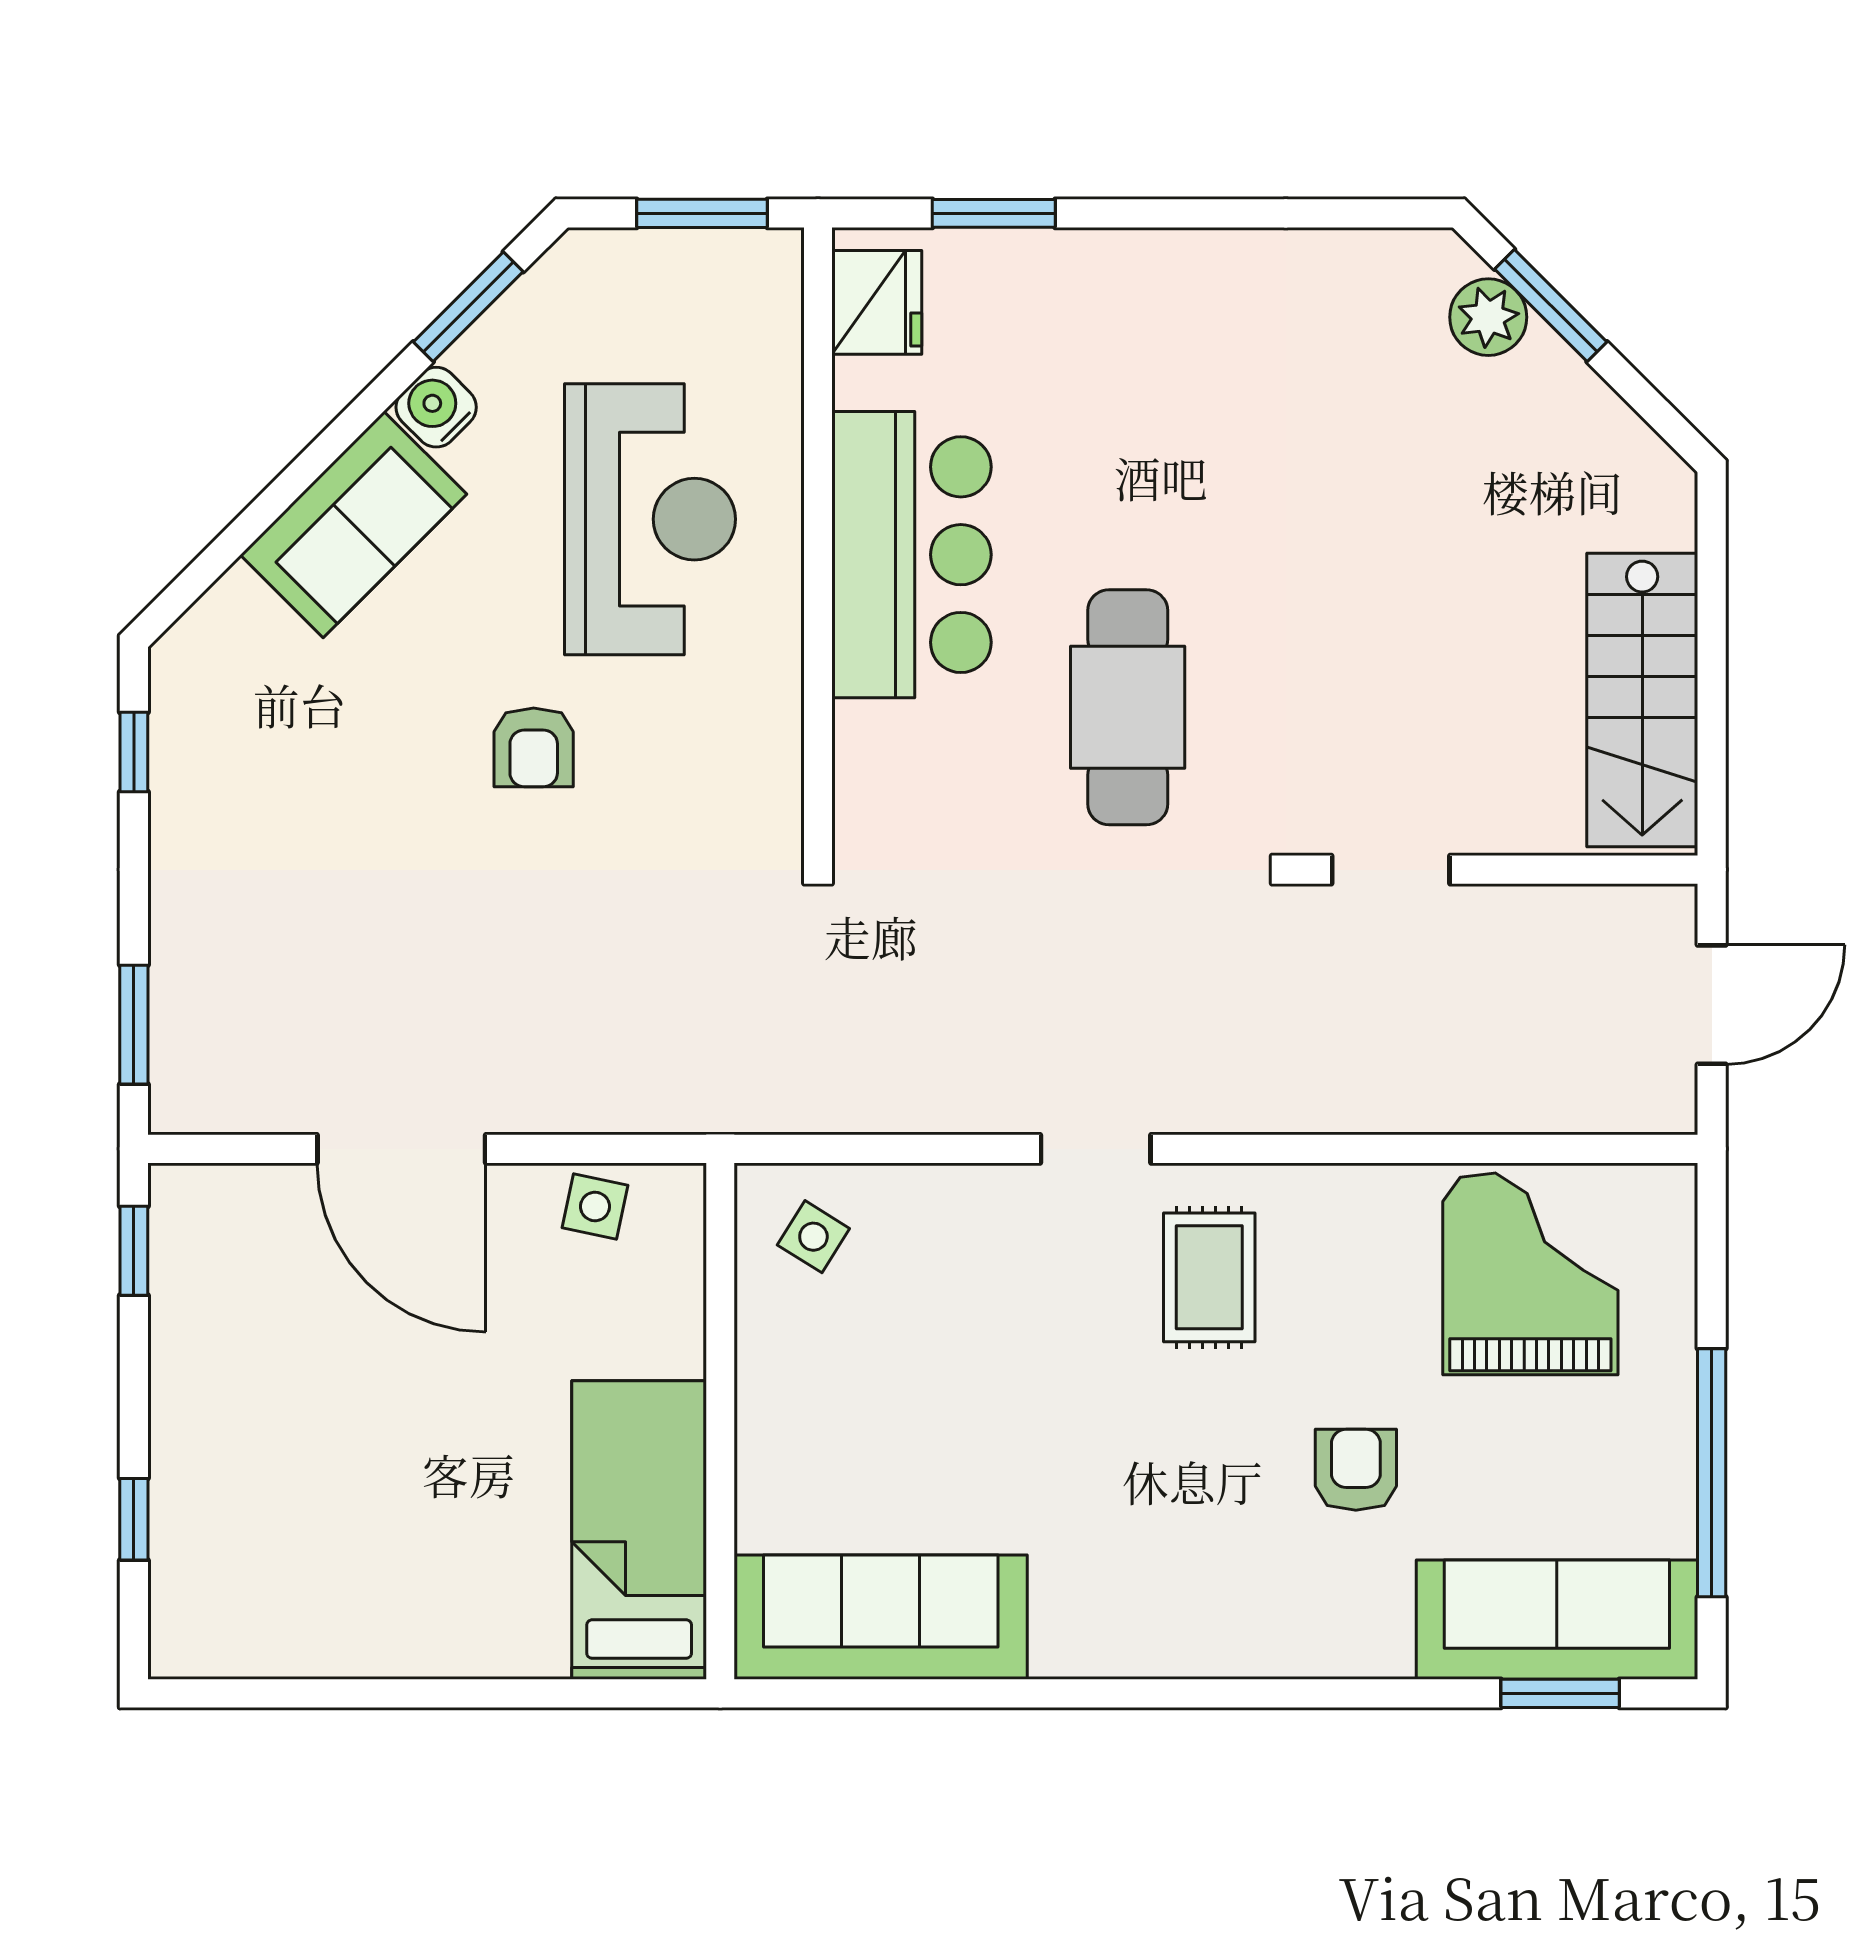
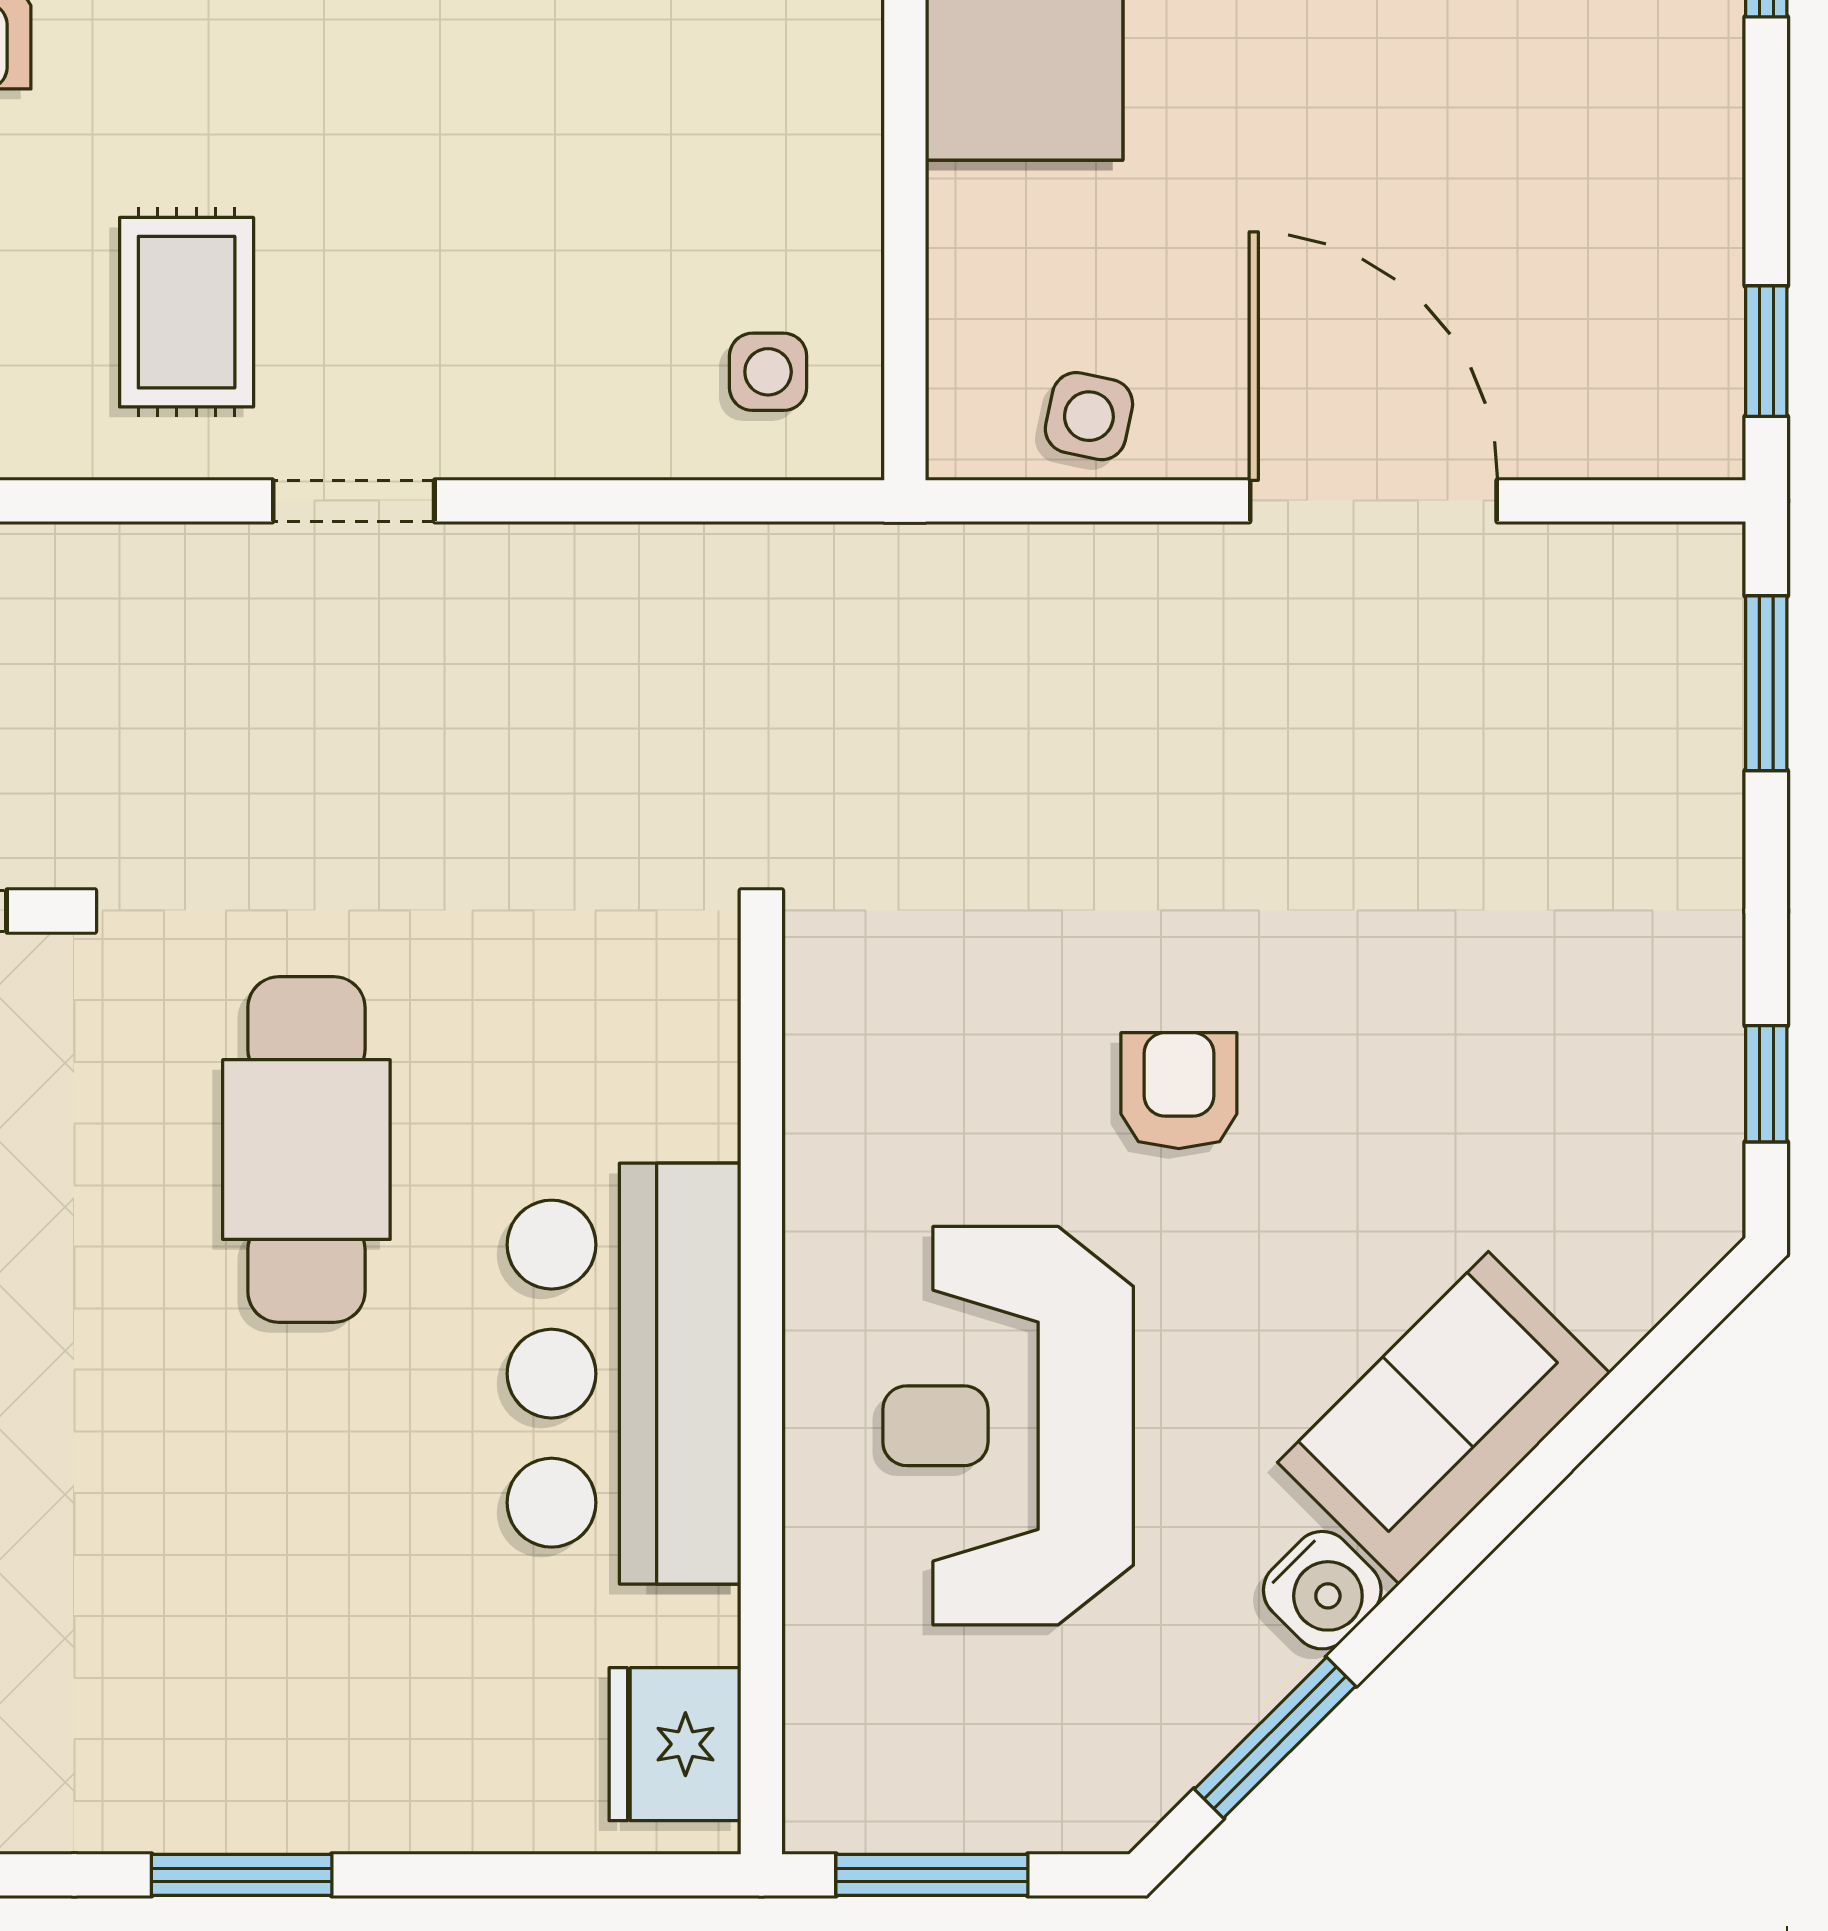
window: (994, 213) -> (242, 1875), moved
side table: (813, 1237) -> (768, 372), turned -32

